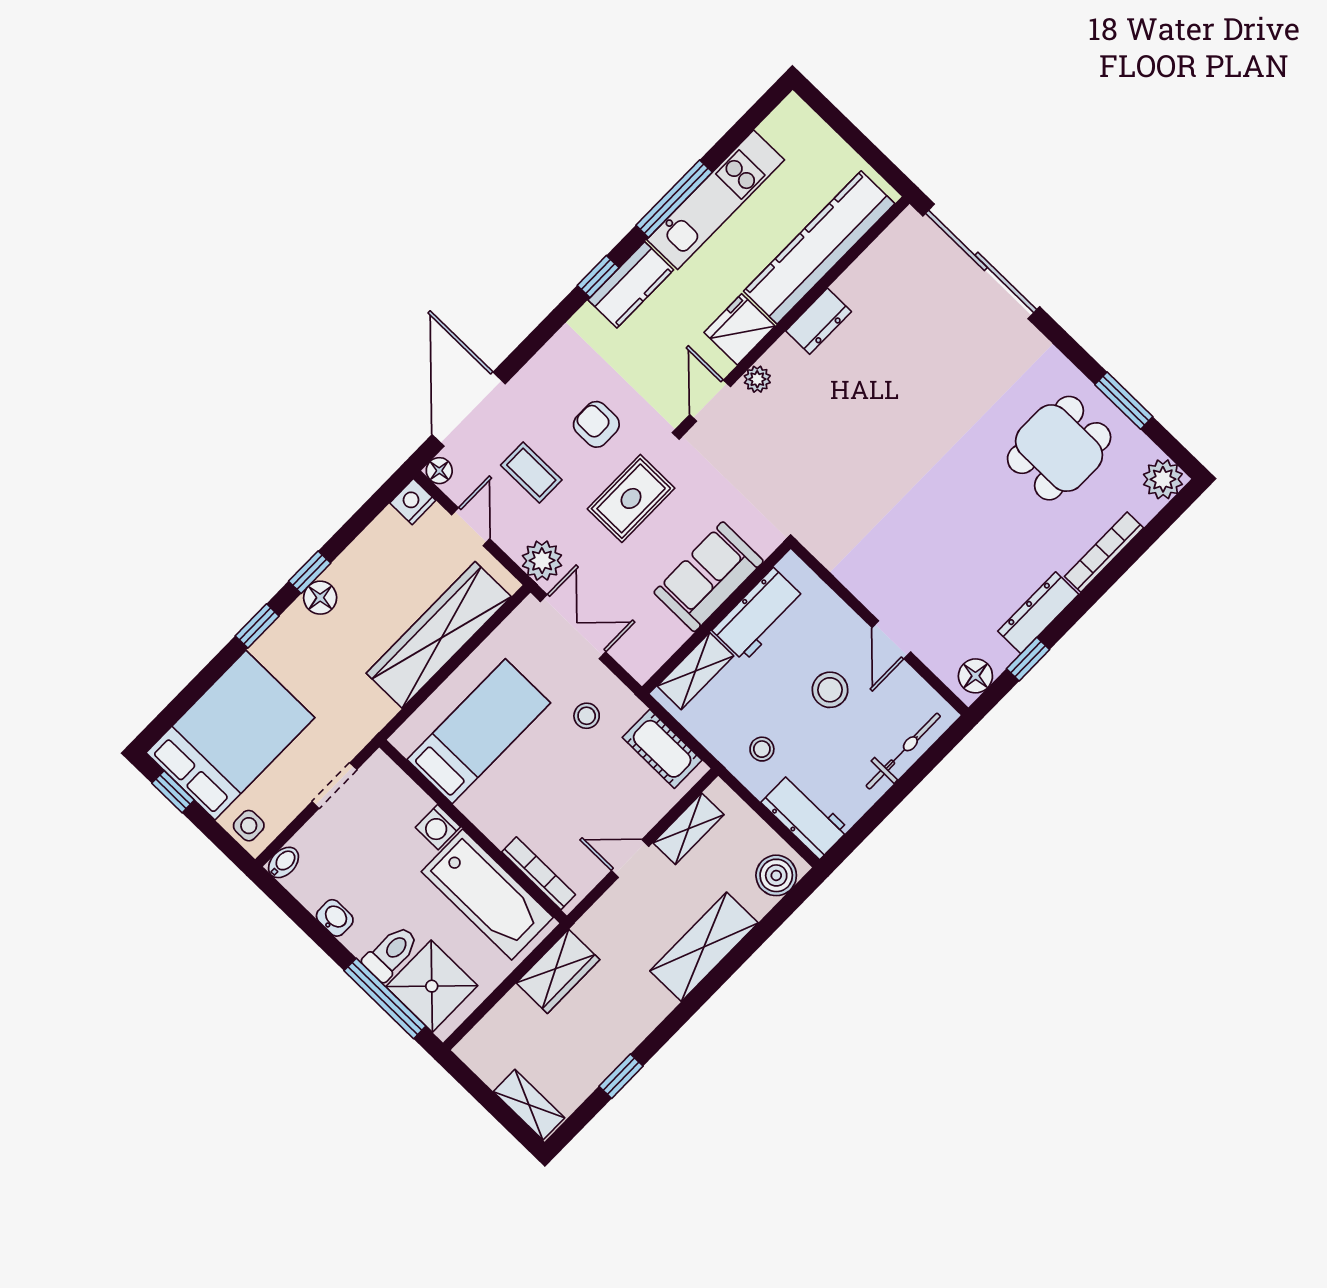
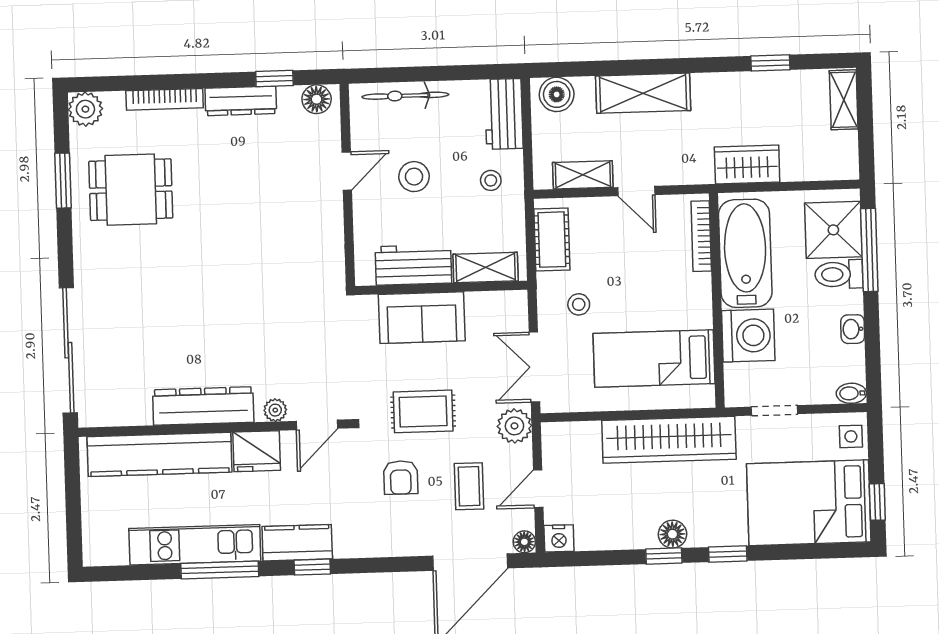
dresser: (819, 321) -> (203, 406), width x1.96, depth x1.24
wardrobe: (439, 635) -> (669, 440), moved
washing machine: (438, 827) -> (748, 336), width x1.89, depth x1.89

